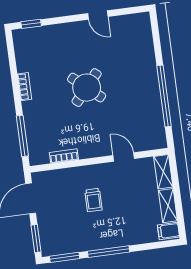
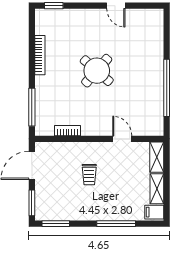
bookcase: (24, 87) -> (40, 55), width x1.56
window: (109, 252) -> (116, 224), moved

